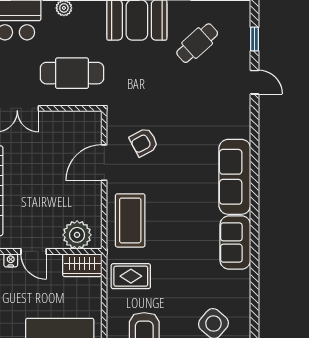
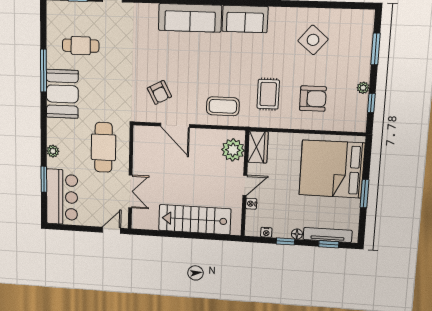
cafe table: (197, 43) -> (81, 46), turned -48
coffee table: (130, 220) -> (223, 106), width x0.73, depth x0.76
rug: (131, 276) -> (268, 94), moved

